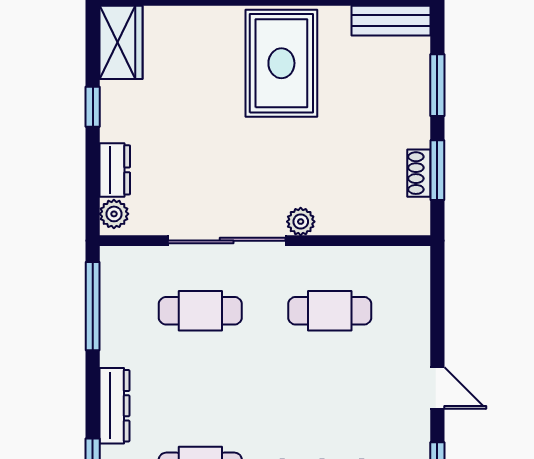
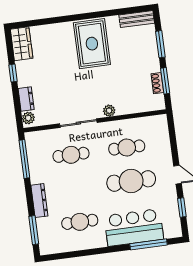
sliding door: (227, 241) -> (78, 123), width x0.73
cafe table: (330, 389) -> (131, 181), added

